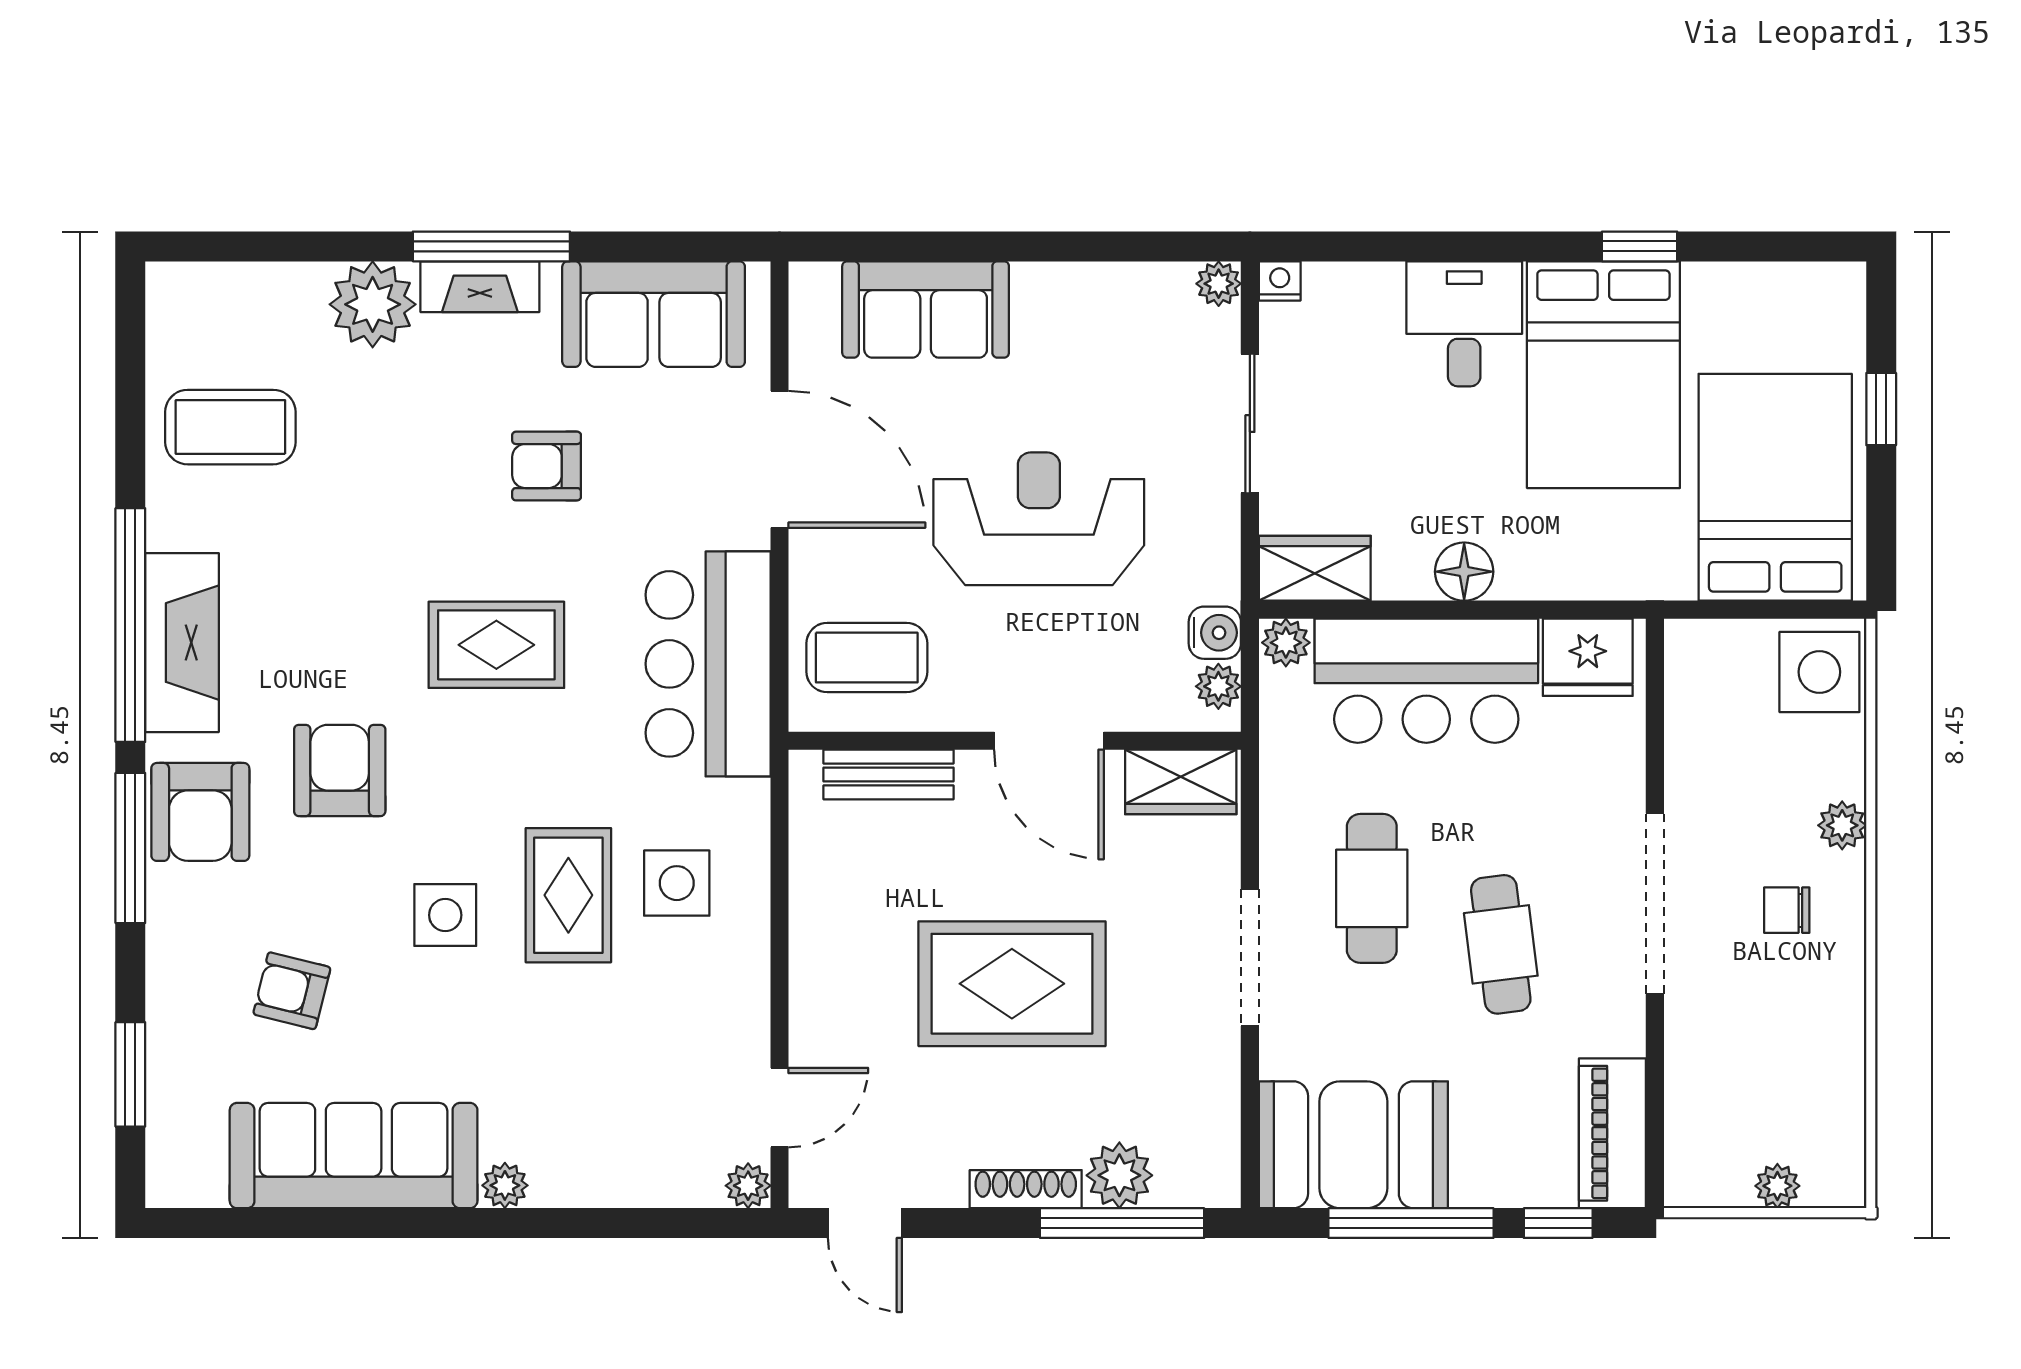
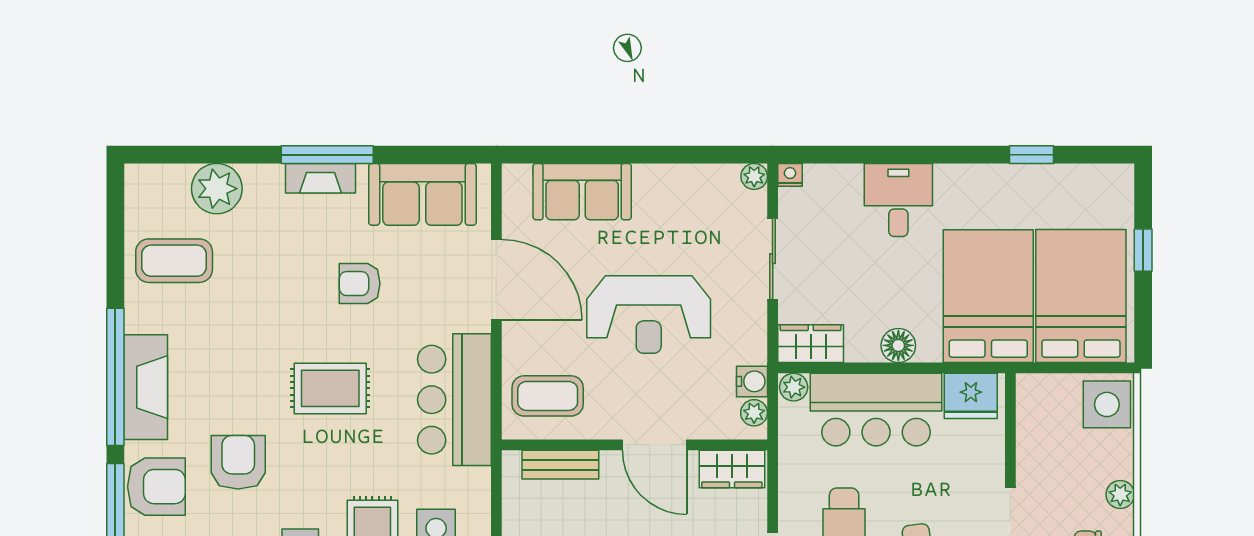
window: (1640, 246) -> (1031, 155), moved
plant: (373, 304) -> (217, 189), moved
bed: (1603, 375) -> (988, 296), moved, turned 180
reception desk: (1039, 519) -> (649, 314), turned 180
armchair: (200, 812) -> (156, 487), turned -90

